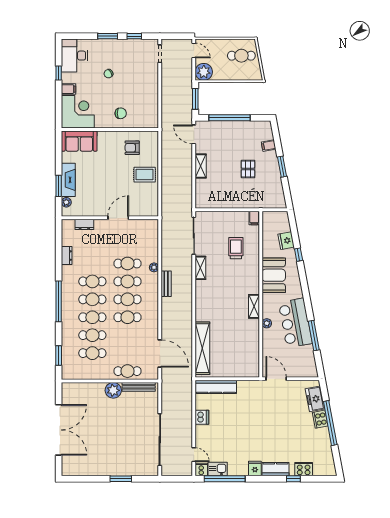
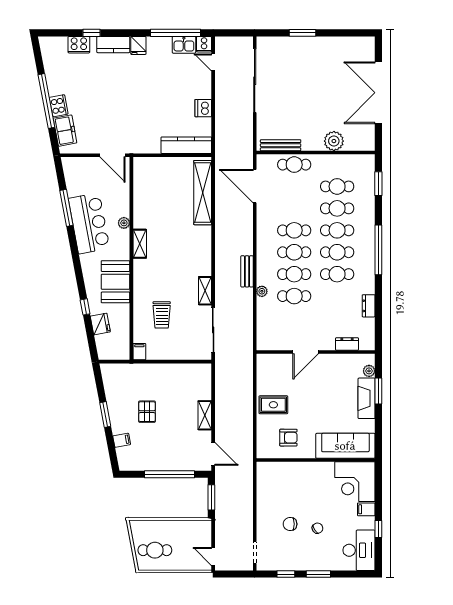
plant: (204, 72) -> (201, 530), removed
chair: (121, 113) -> (290, 524), moved
sofa: (79, 141) -> (345, 446), width x1.36
plant: (113, 390) -> (334, 141), moved

